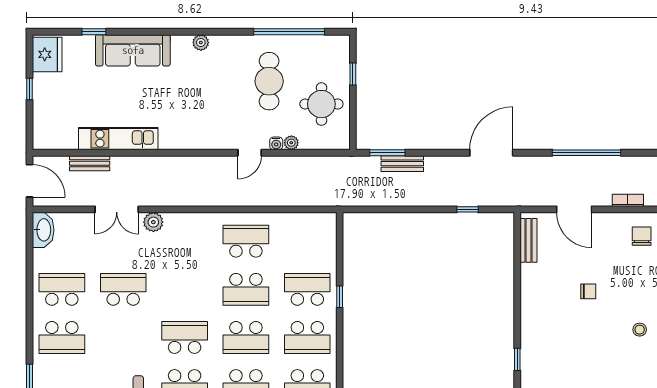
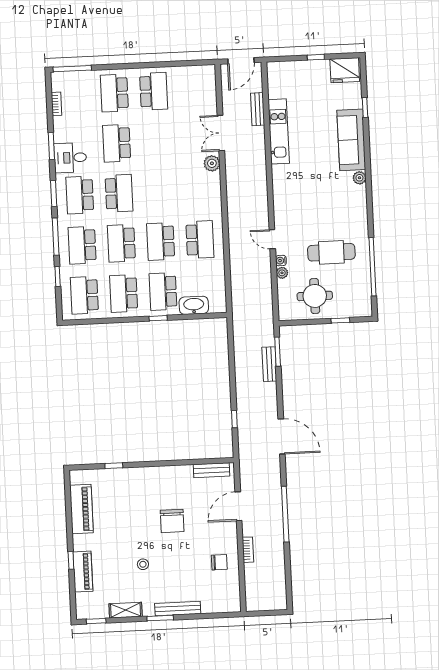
plant: (201, 43) -> (359, 178), moved
washbasin: (43, 230) -> (194, 305), moved, turned 180
school desk: (123, 289) -> (117, 143), moved, turned 180
school desk: (307, 289) -> (163, 292), turned 180
chair: (588, 291) -> (172, 521), width x1.87, depth x1.87

